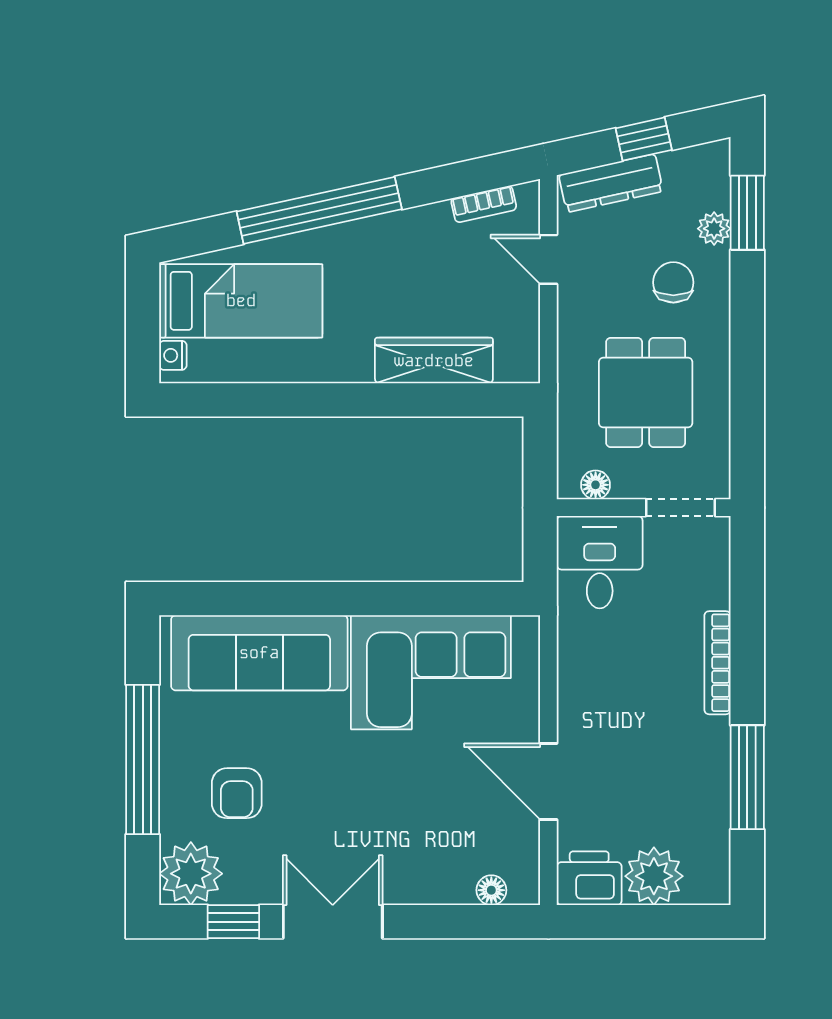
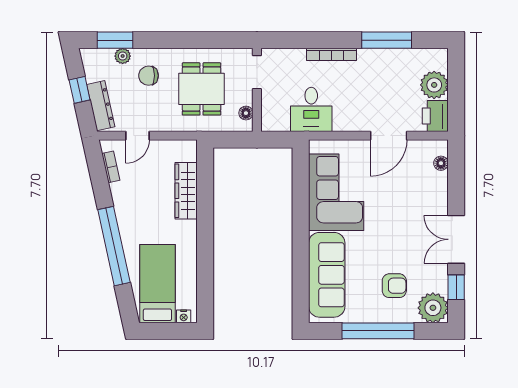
dining table: (646, 392) -> (201, 89), turned 90
desk: (600, 562) -> (311, 109), moved, turned -90

